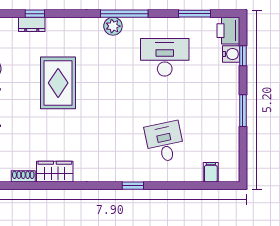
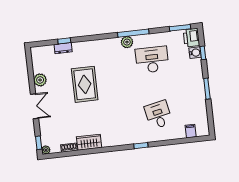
window: (124, 14) -> (133, 33), moved
window: (195, 14) -> (180, 28), moved
plant: (113, 26) -> (127, 42), moved

